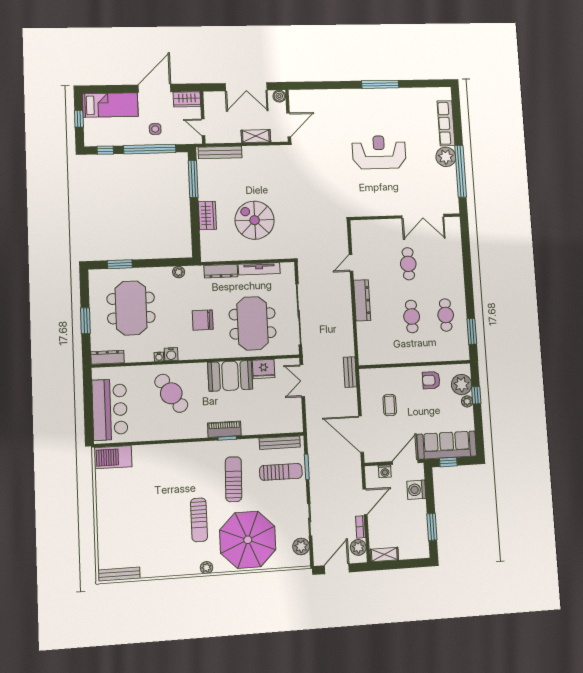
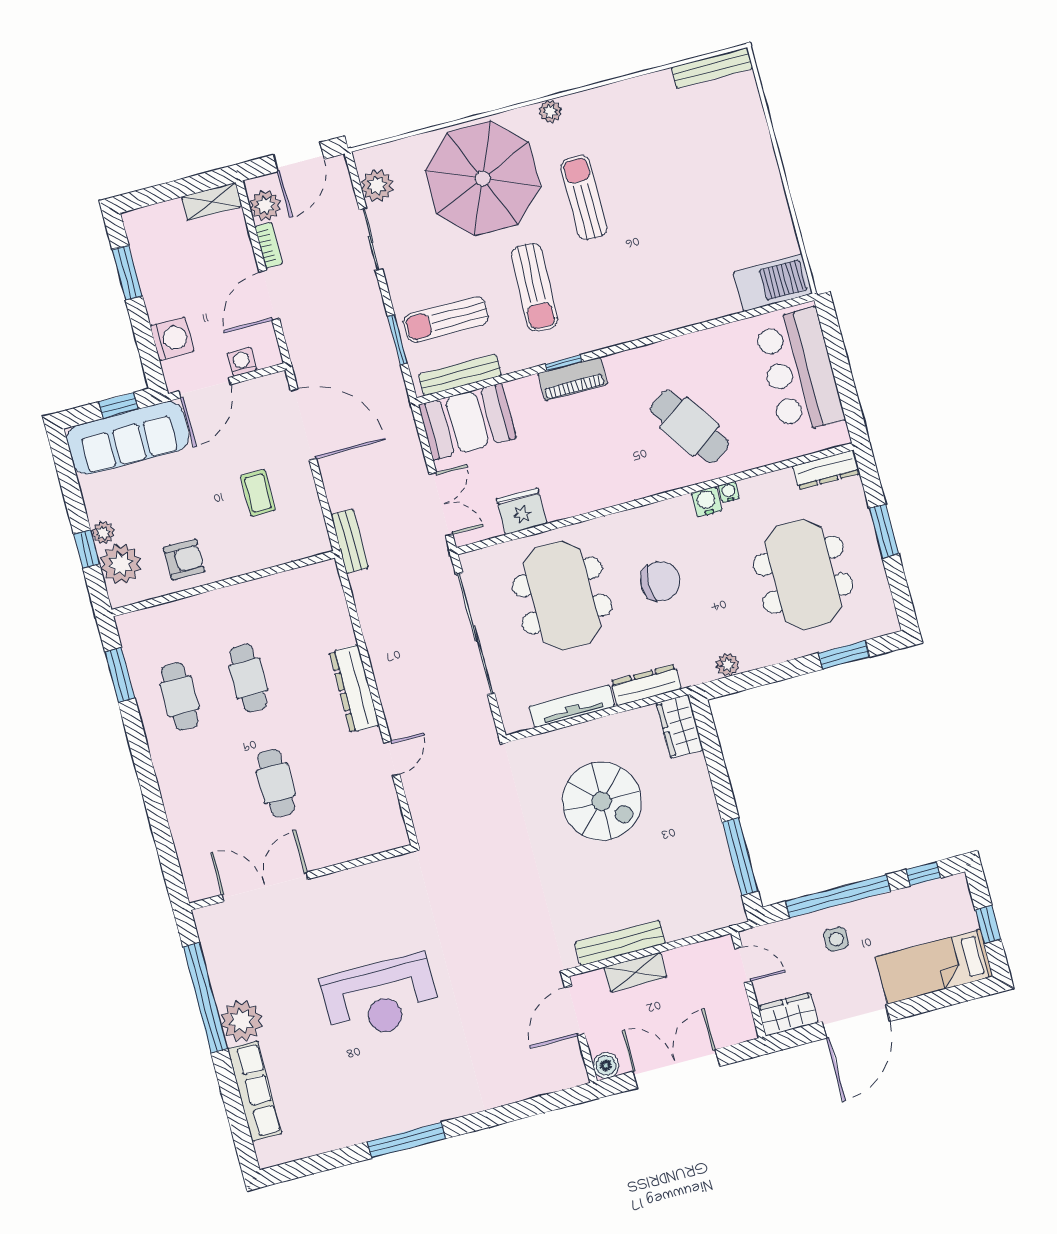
bench: (220, 152) -> (620, 943), moved
wardrobe: (207, 215) -> (680, 726), moved
booth: (230, 376) -> (467, 422), moved

